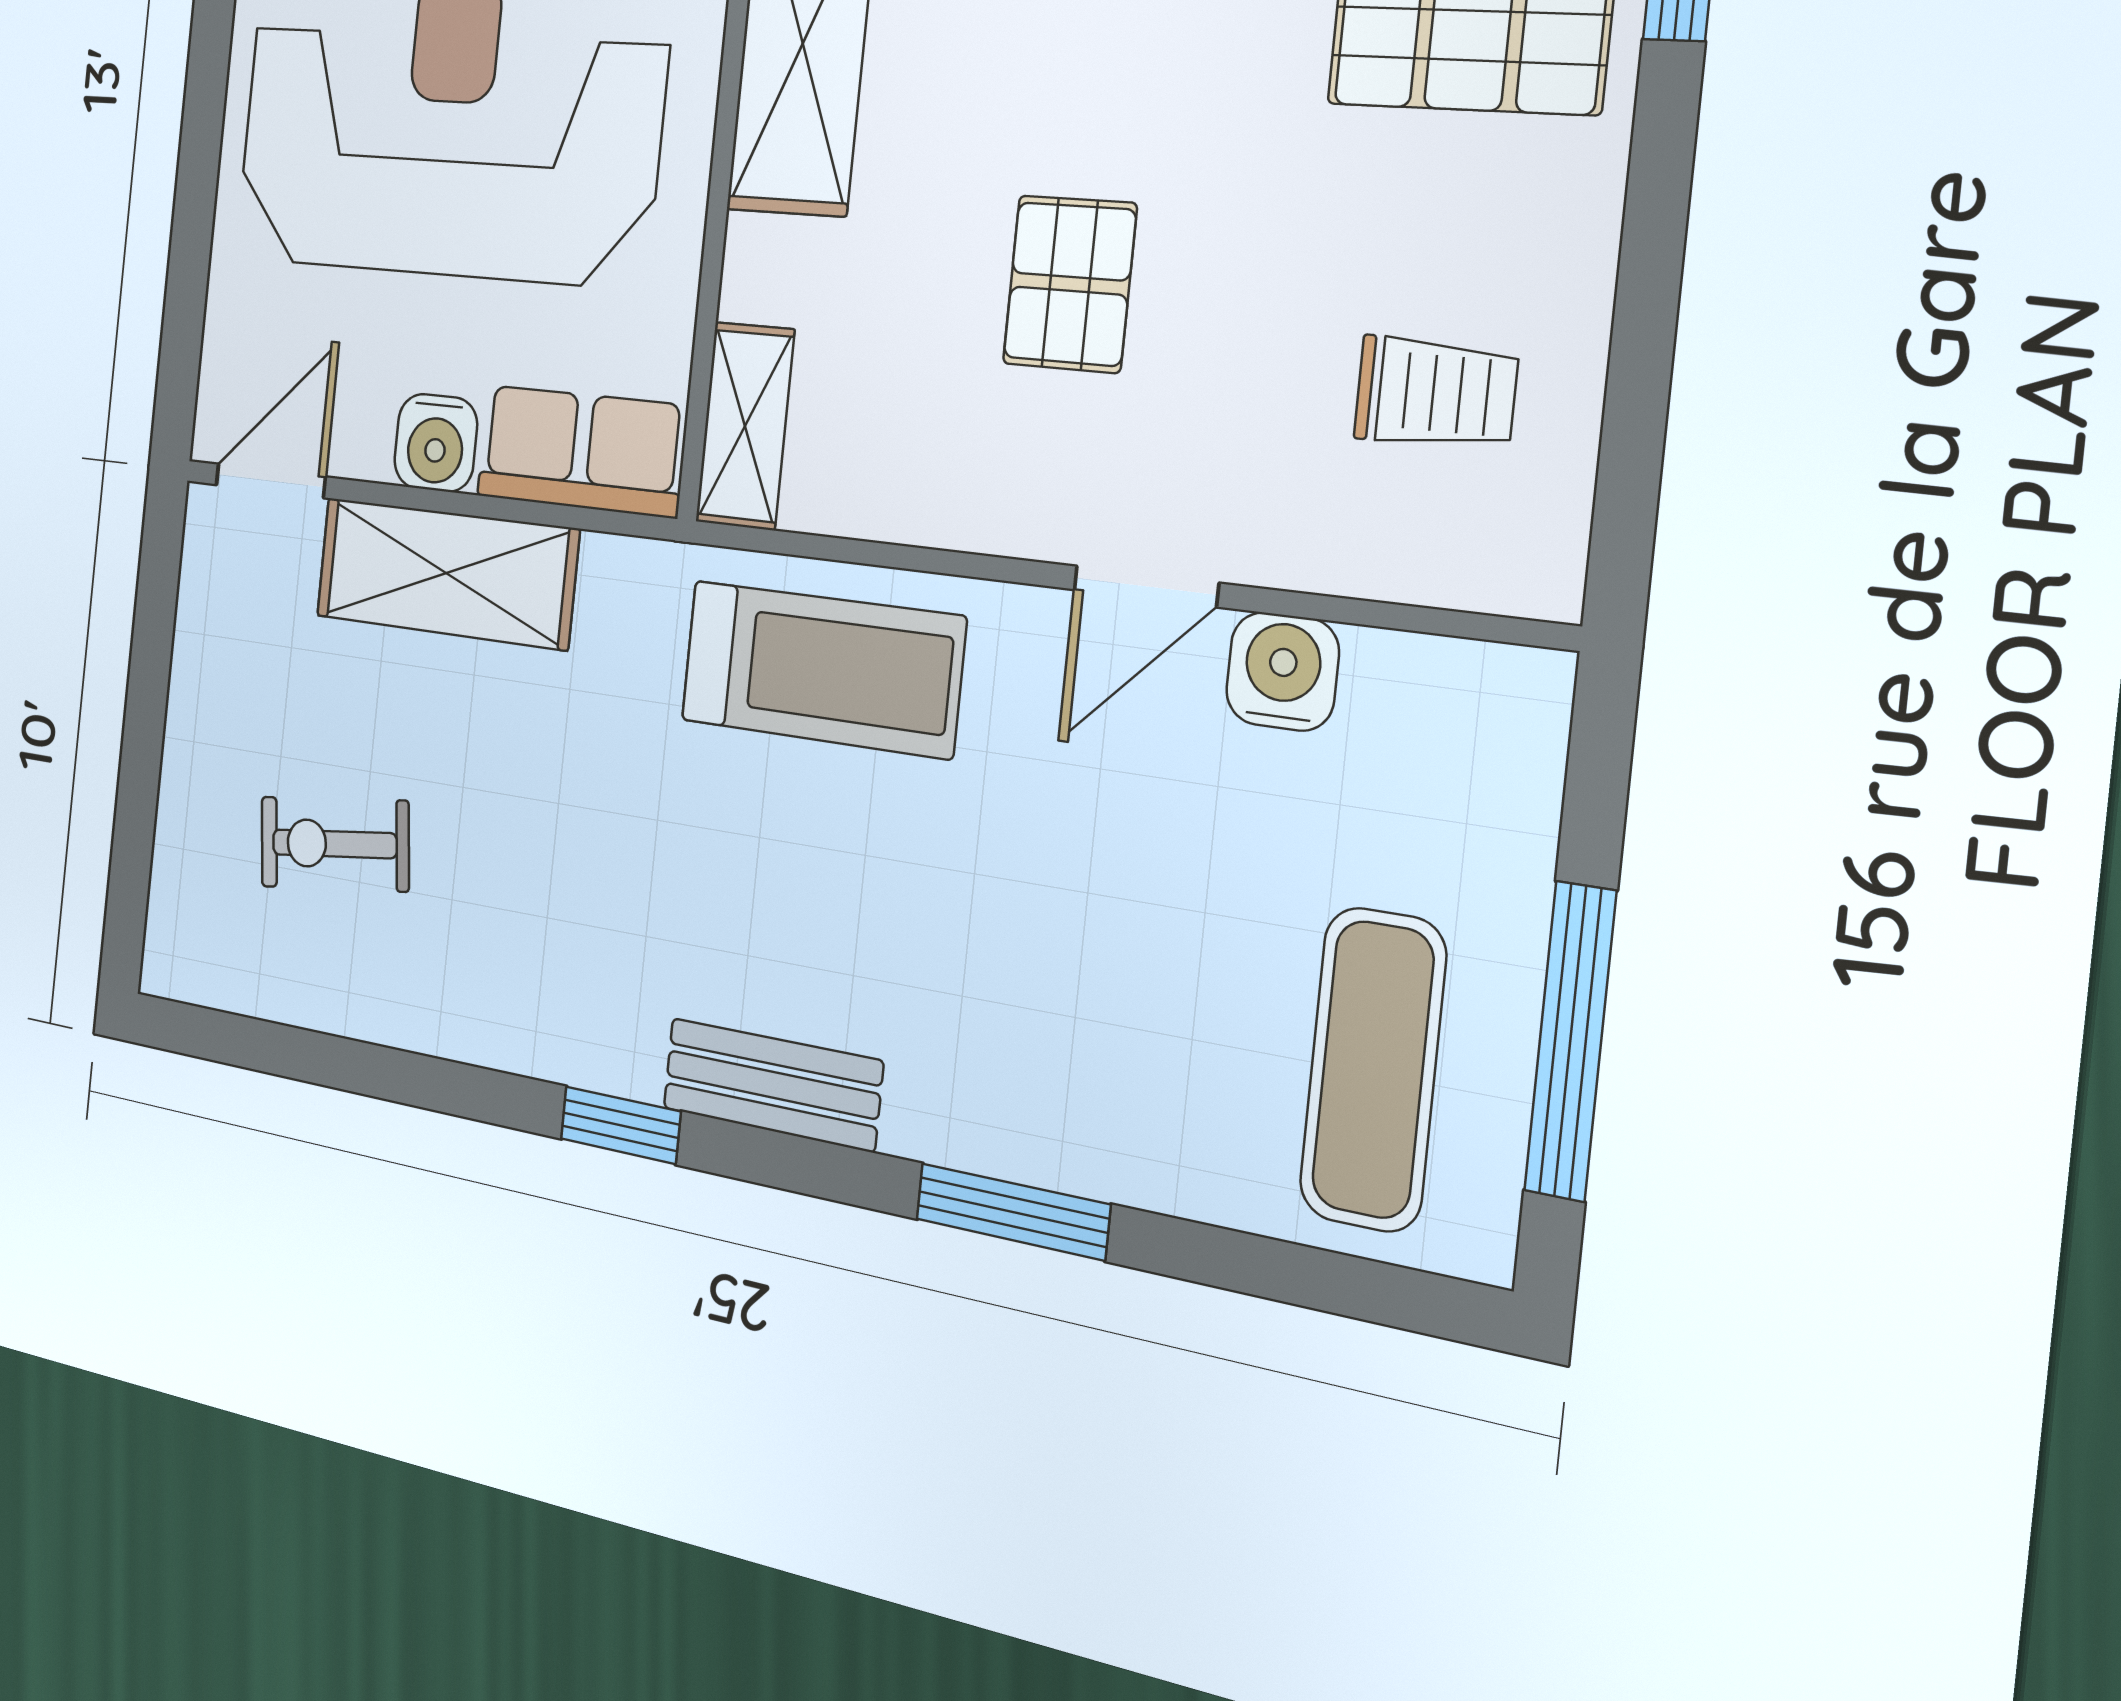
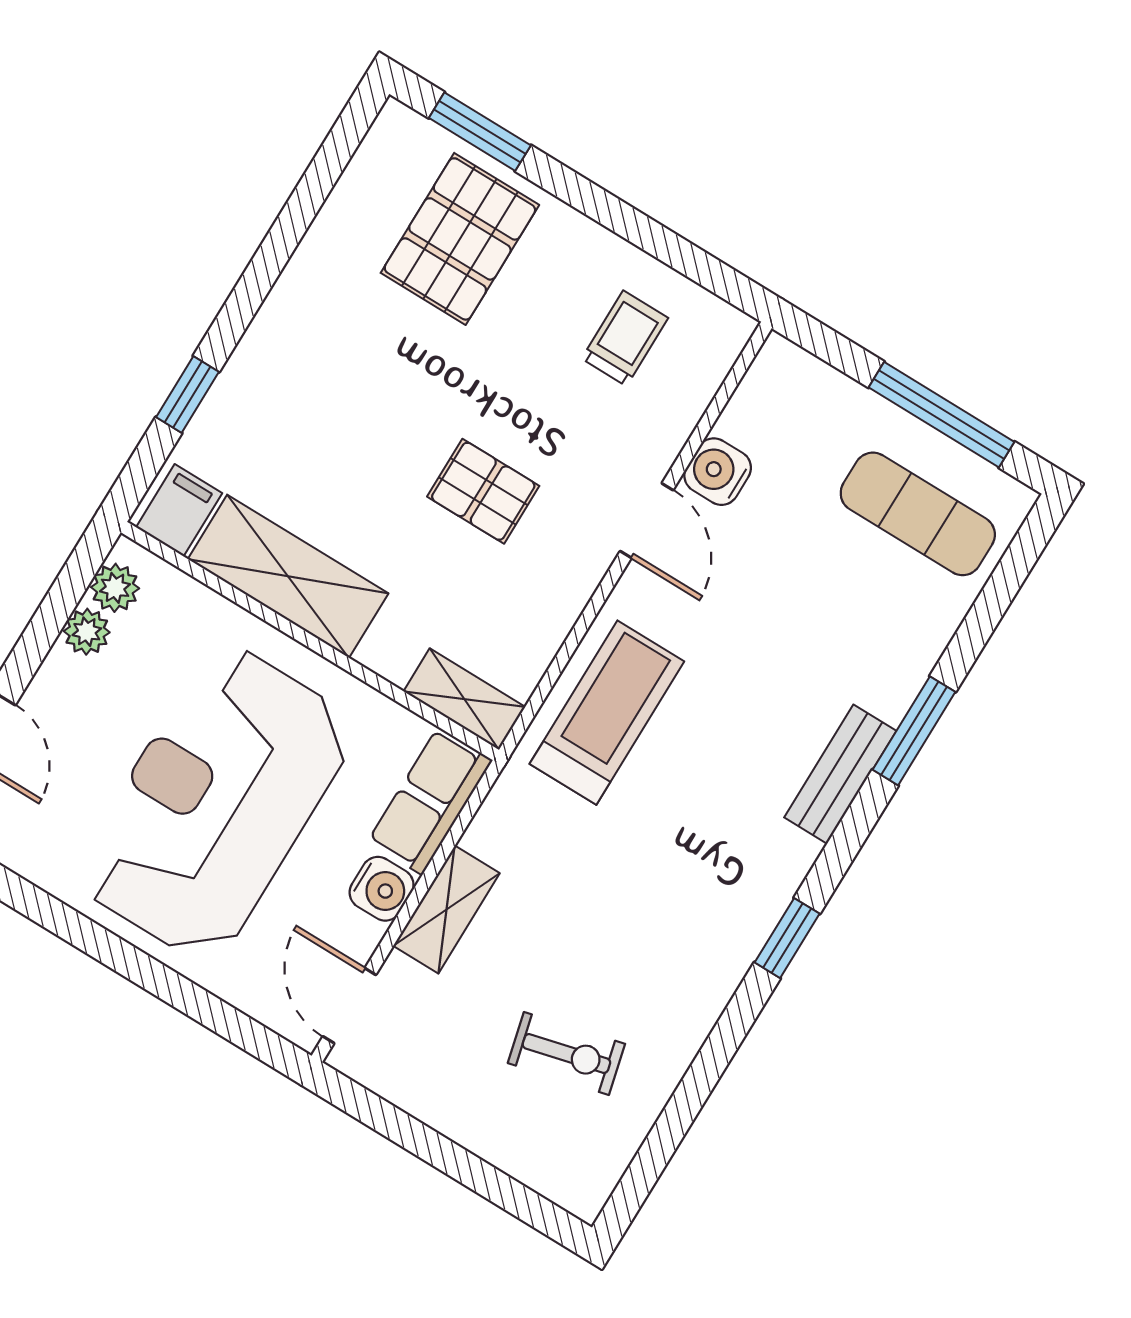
shelving: (446, 573) -> (446, 910), width x0.67, depth x0.75
exercise bike: (335, 844) -> (566, 1053), turned -97
bench: (772, 1085) -> (840, 774), moved

